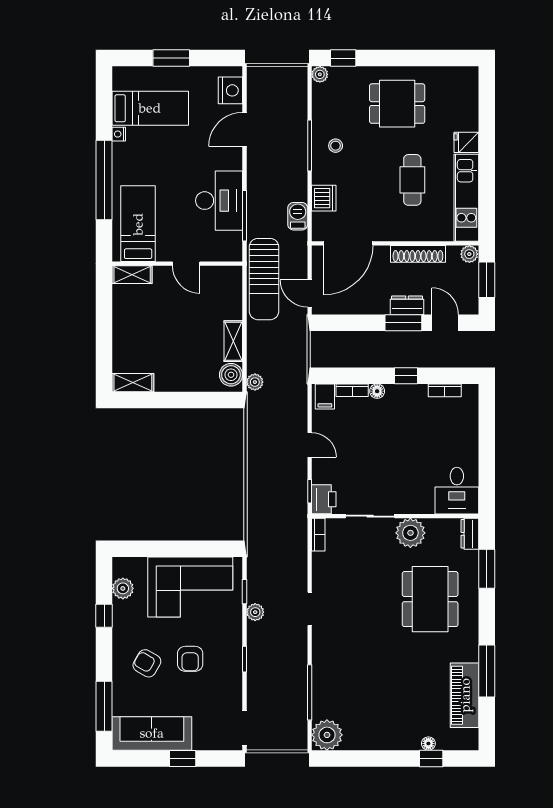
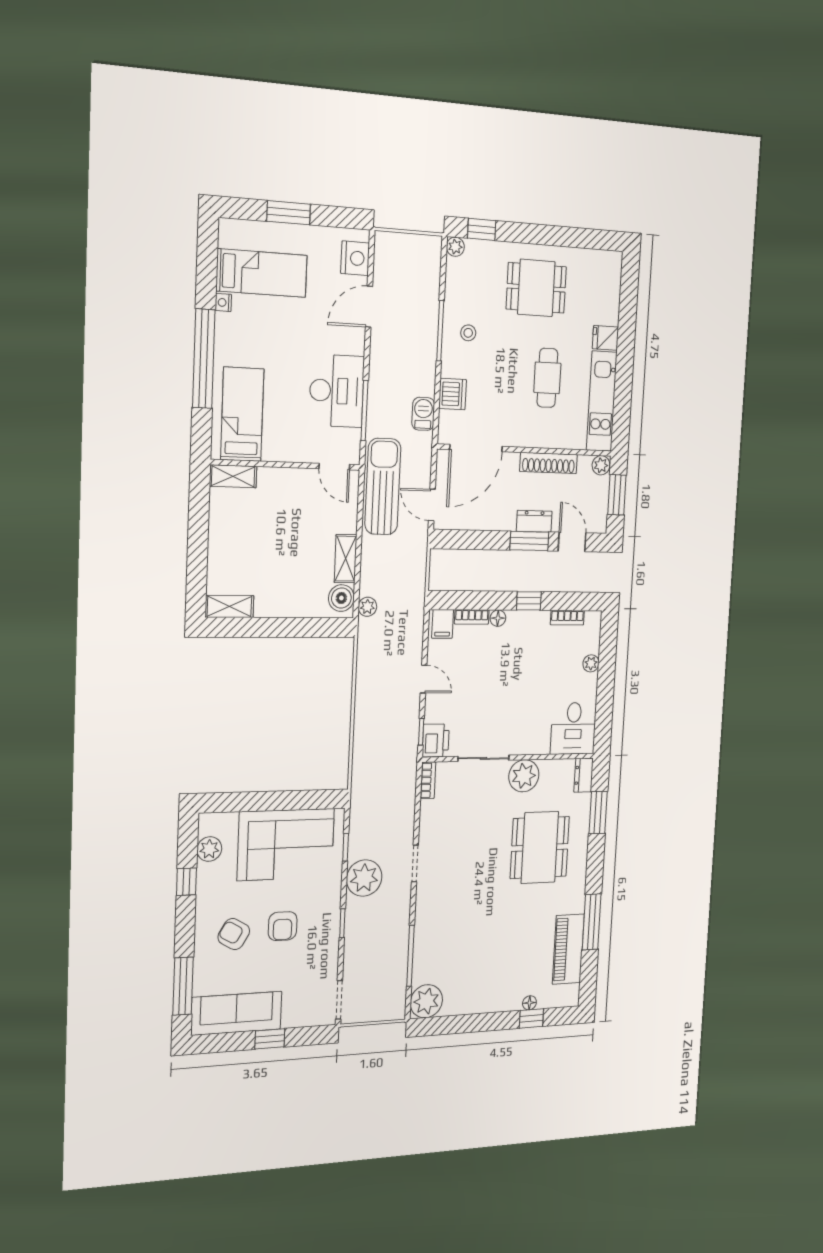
door: (186, 264) -> (334, 467), moved
sun lounger: (264, 279) -> (383, 486), turned 180
plant: (471, 432) -> (591, 663), added
plant: (255, 612) -> (364, 878), width x1.87, depth x1.87

